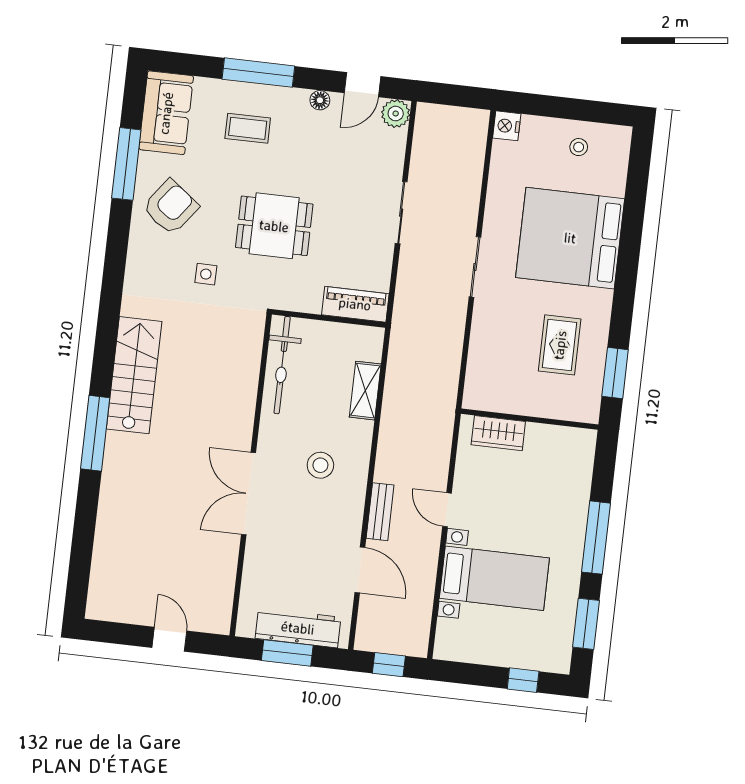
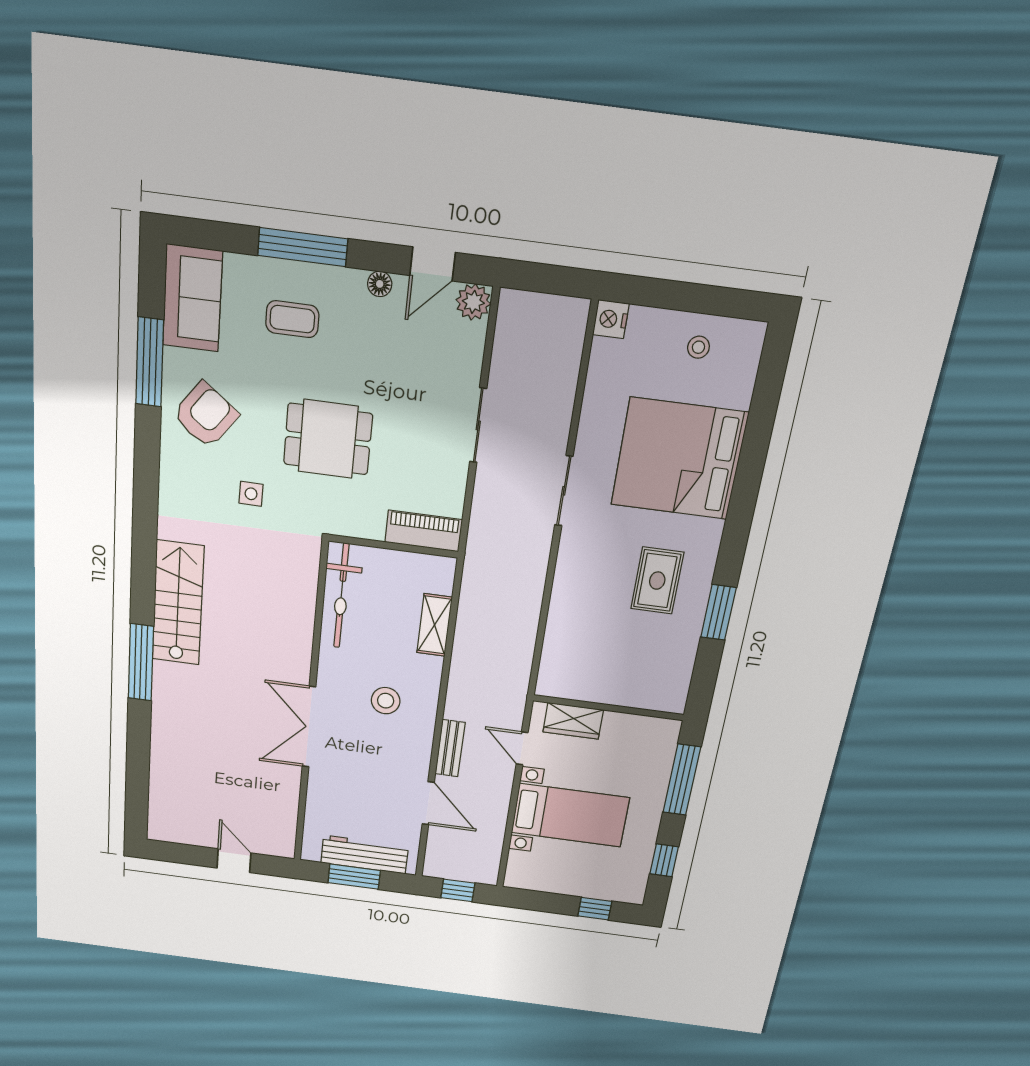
wall: (530, 419) -> (608, 708), moved
wardrobe: (498, 433) -> (573, 721), moved
window: (586, 624) -> (664, 860), width x0.67

